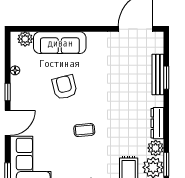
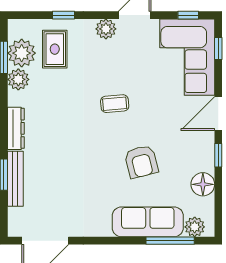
window: (43, 29) -> (170, 241), added
floor lamp: (15, 70) -> (203, 184), width x1.89, depth x1.89
dresser: (157, 123) -> (16, 128), moved

